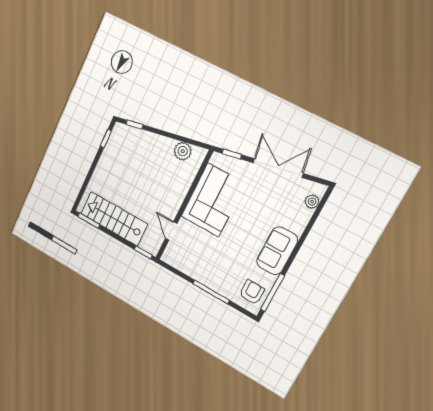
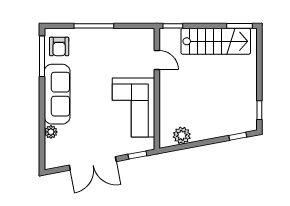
plant: (312, 202) -> (51, 132), moved
sofa: (277, 251) -> (57, 94), width x1.36

